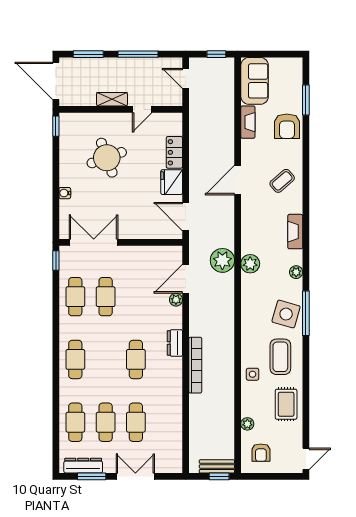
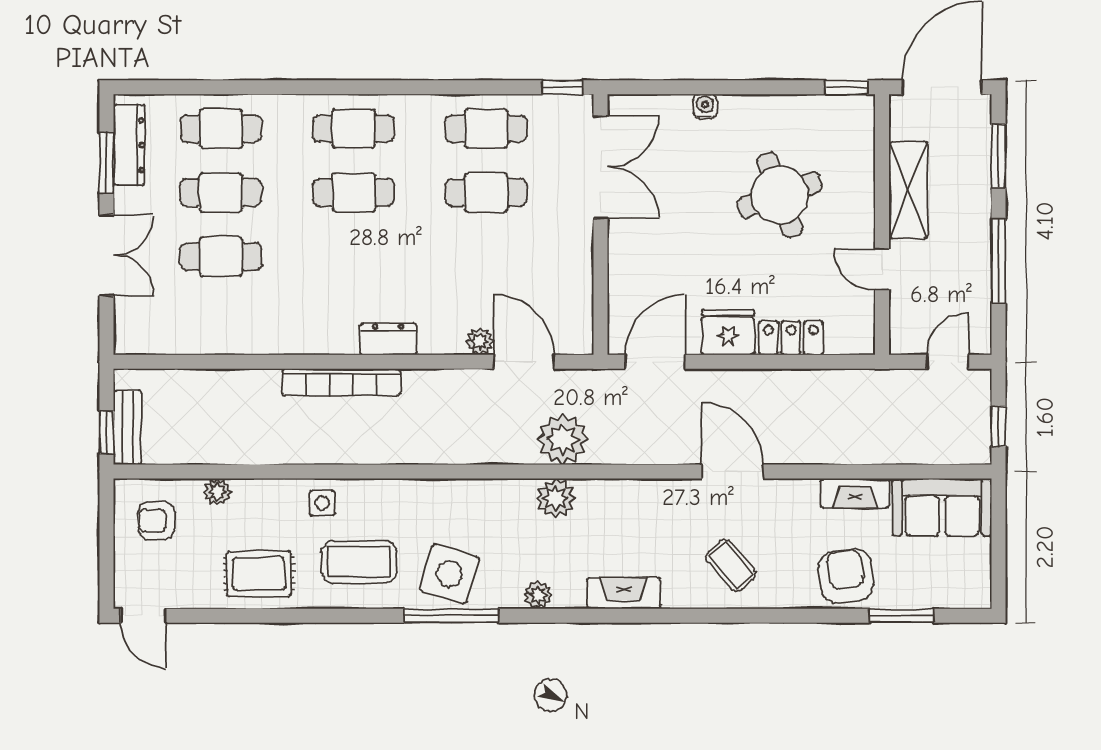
shelving: (112, 99) -> (908, 190), width x1.50, depth x1.33
armchair: (287, 126) -> (846, 576), turned 83
cafe table: (136, 359) -> (353, 193), moved

